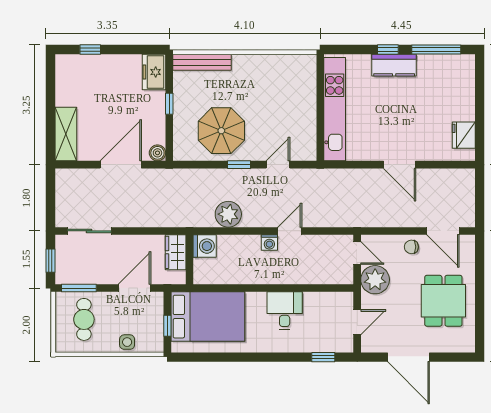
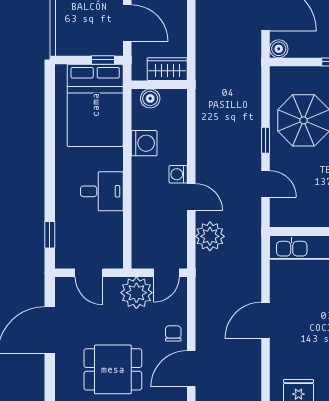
plant: (228, 214) -> (210, 236), moved
washing machine: (205, 246) -> (144, 143), moved, turned -90
boiler: (202, 267) -> (150, 98), added
window: (167, 326) -> (103, 60), moved
side table: (127, 342) -> (67, 15), removed

